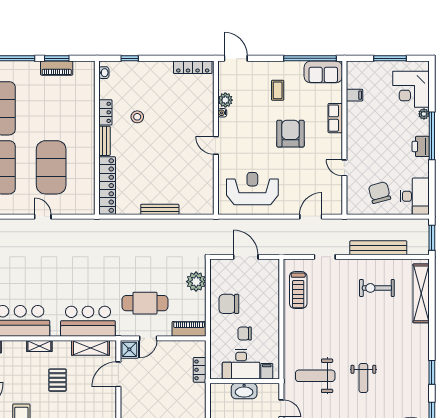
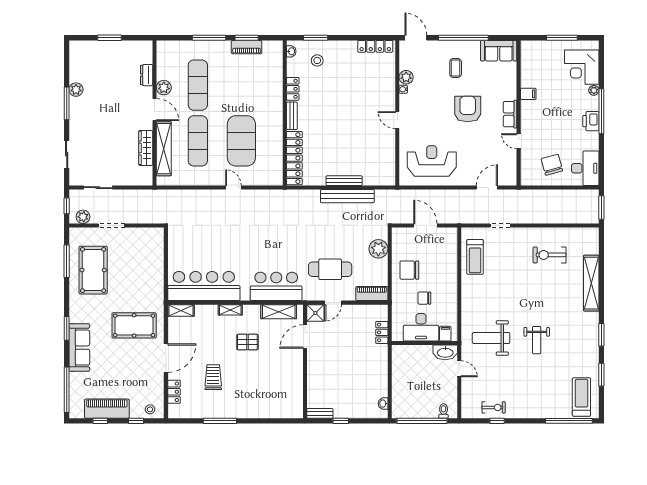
window: (130, 58) -> (316, 38), width x1.50
window: (310, 58) -> (463, 38), moved
filing cabinet: (354, 95) -> (528, 94), moved
stool: (137, 117) -> (317, 60), moved
row of seats: (335, 118) -> (510, 114), moved
bench: (378, 248) -> (347, 196), moved
shelving: (421, 293) -> (591, 283), moved
pallet: (58, 380) -> (247, 342), turned 90
washbasin: (244, 391) -> (445, 352), moved

